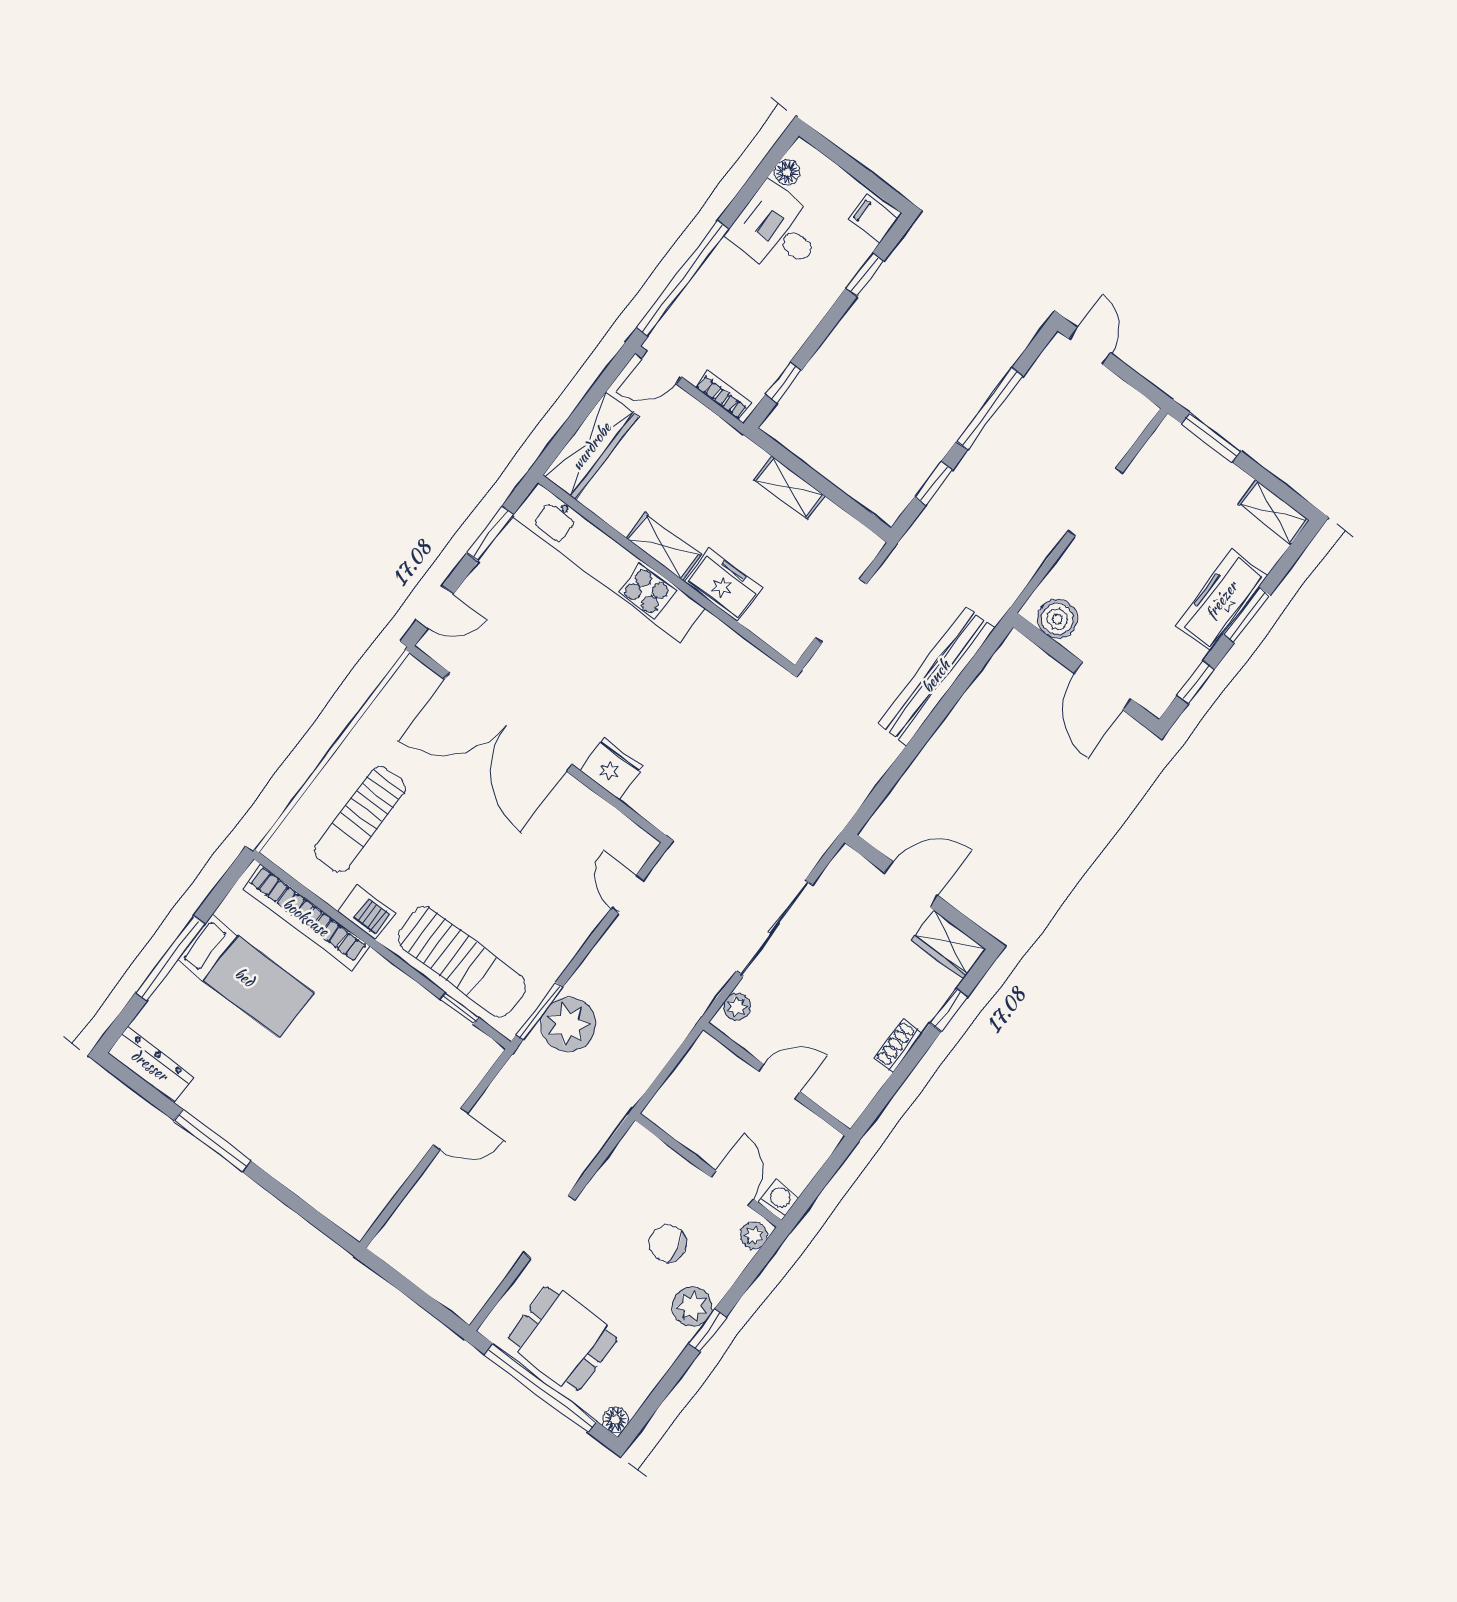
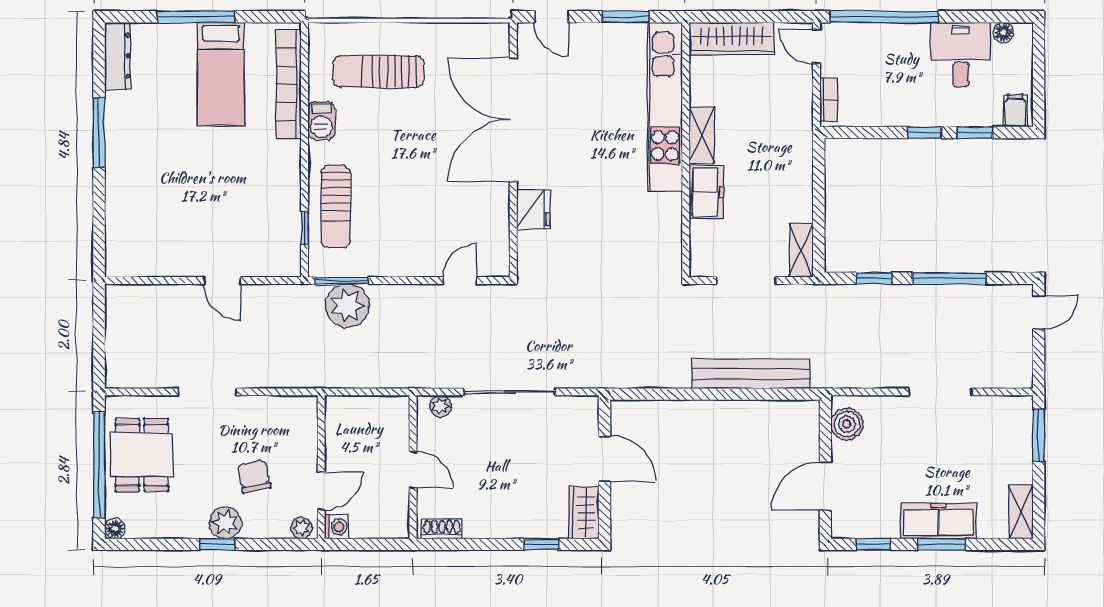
window: (783, 383) -> (925, 132), moved
shelving: (790, 488) -> (801, 250), moved
sun lounger: (462, 962) -> (336, 207), width x0.73, depth x0.75
shoe rack: (898, 1046) -> (442, 529), moved

